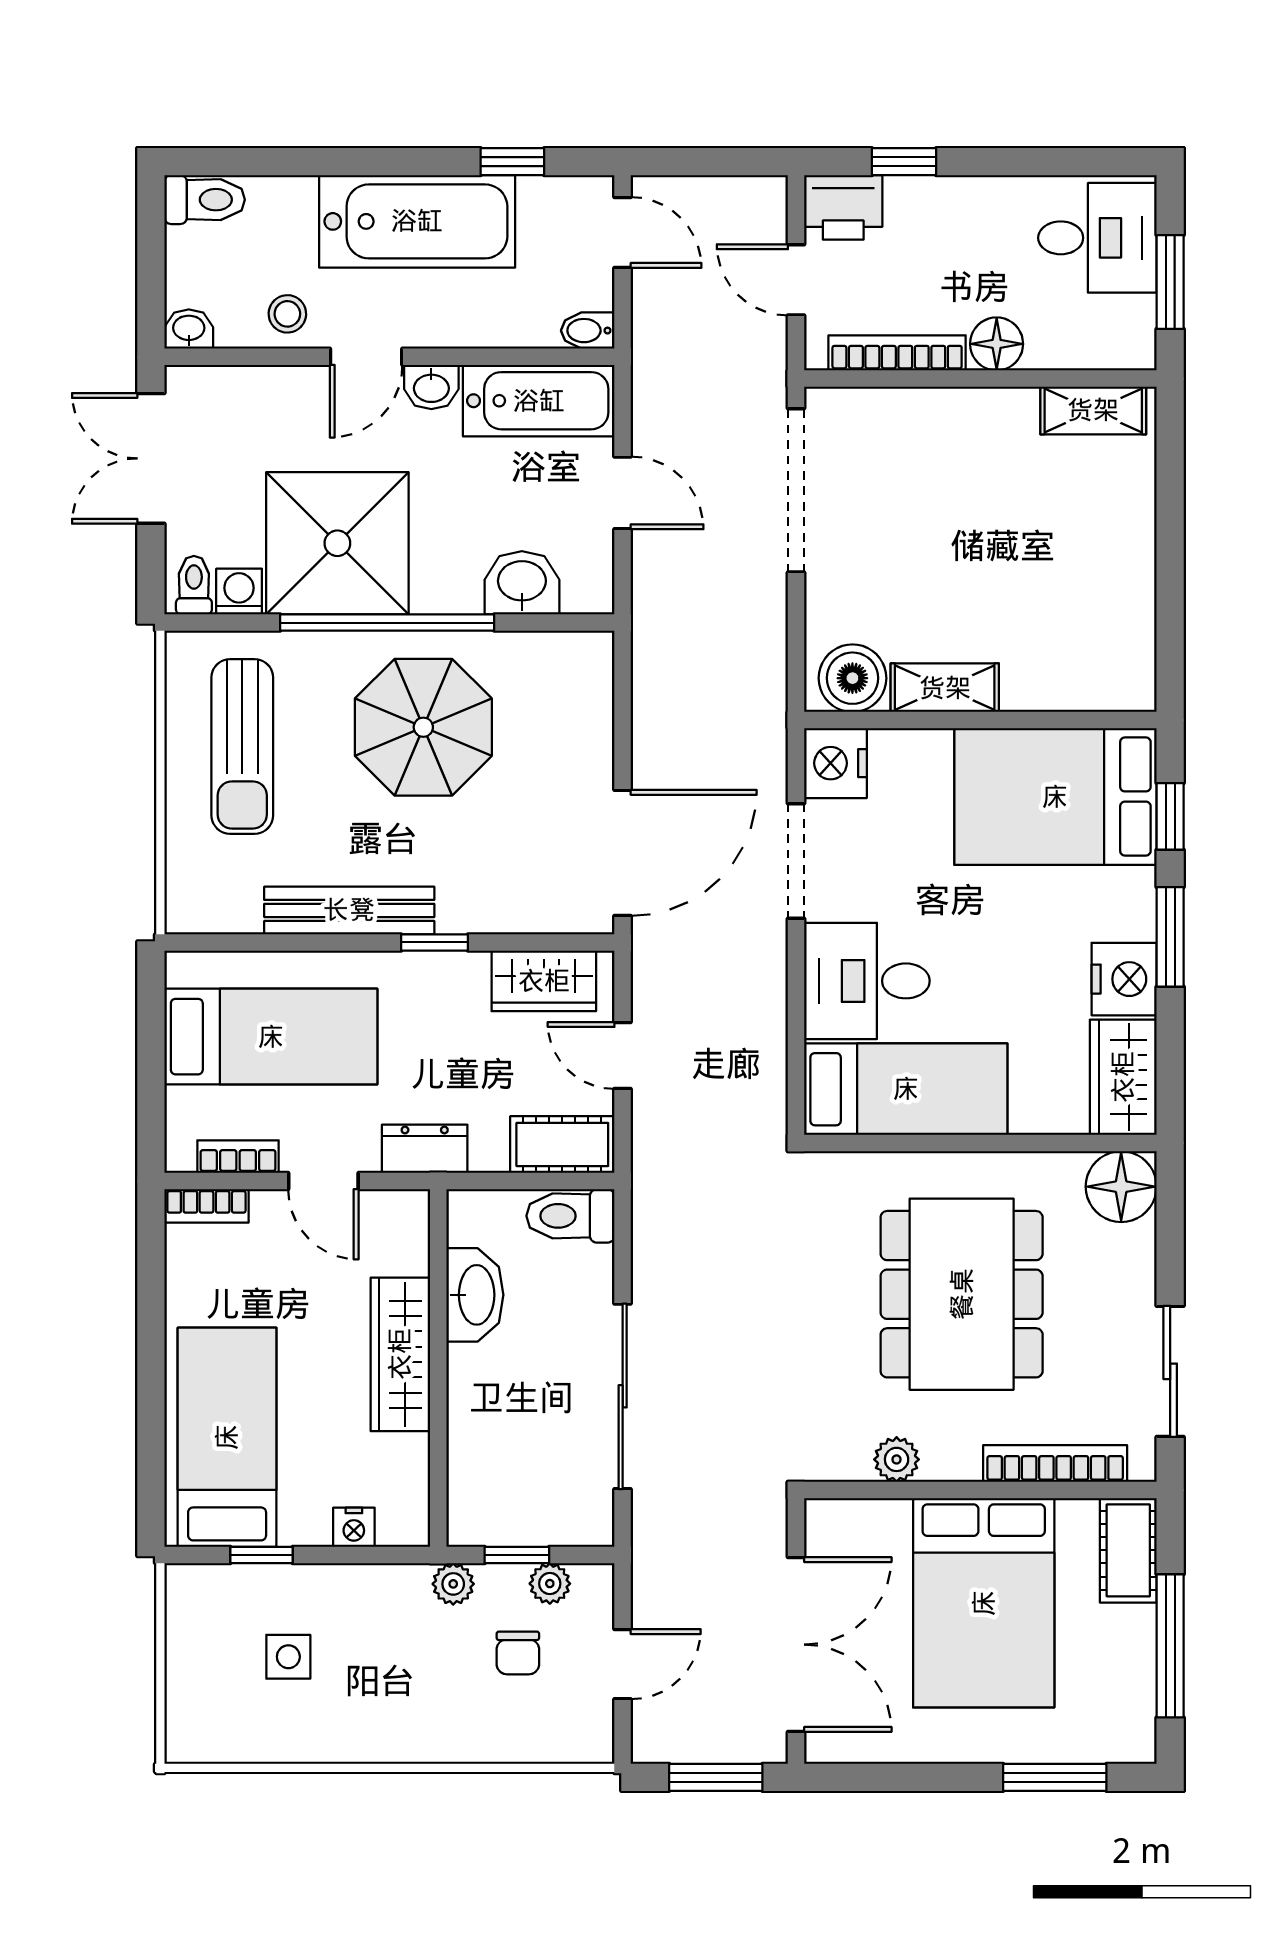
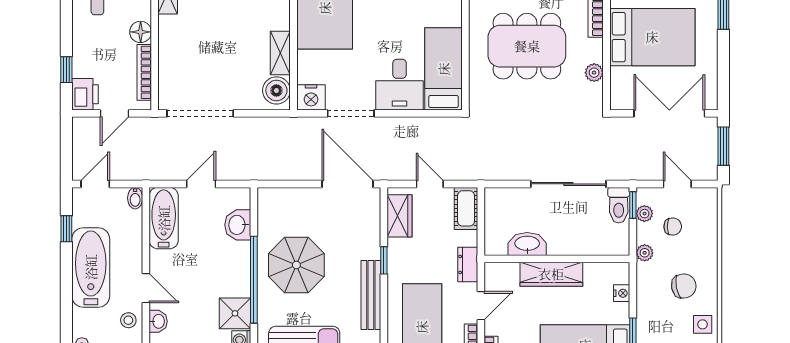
washbasin: (431, 387) -> (158, 321), moved
shower: (337, 543) -> (235, 313), width x0.54, depth x0.54
door: (623, 1055) -> (430, 184), swing flipped
toilet: (570, 1216) -> (619, 205), moved
window: (517, 1555) -> (633, 205), moved
side table: (288, 1657) -> (703, 324), moved
chair: (372, 1680) -> (684, 286), added

